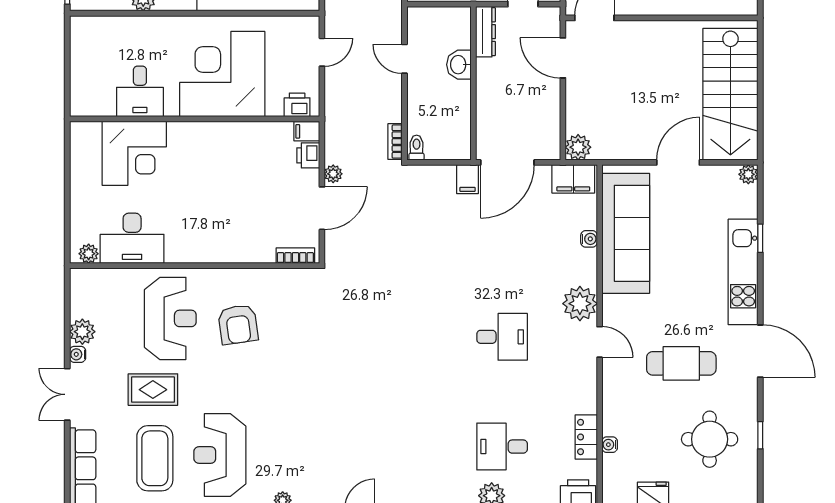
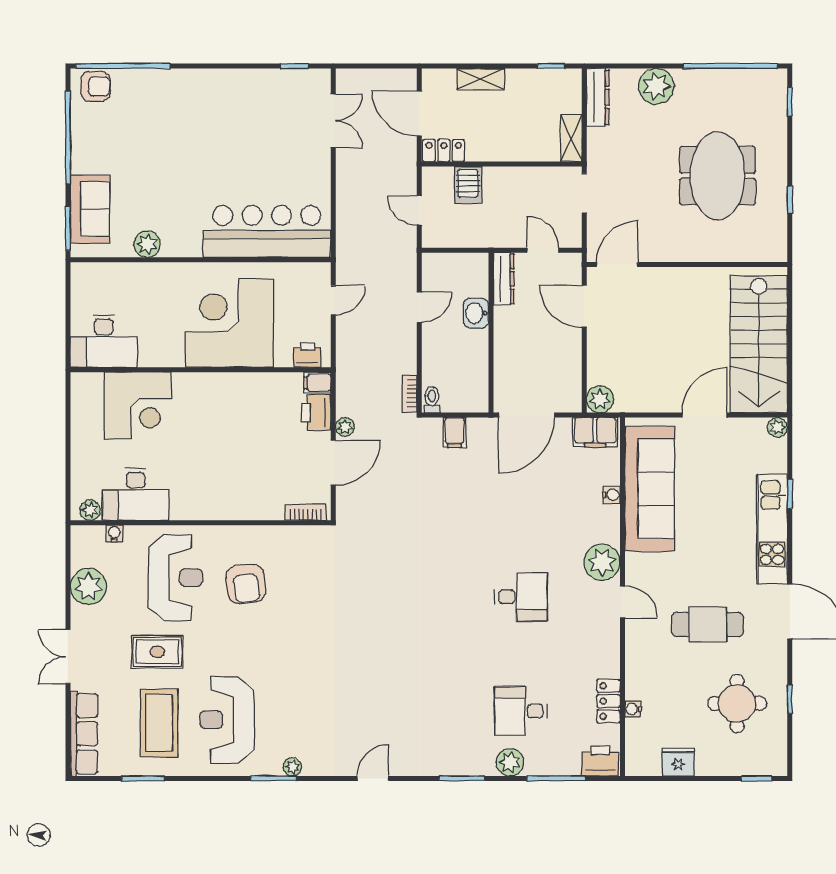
door: (405, 59) -> (419, 307), swing flipped
desk: (140, 91) -> (104, 341), moved, width x1.37
printer: (308, 155) -> (316, 412), width x1.36, depth x1.24
filing cabinet: (468, 179) -> (455, 433), moved
plant: (82, 332) -> (88, 587), width x1.36, depth x1.36
water cooler: (78, 354) -> (114, 533), moved, turned 90

